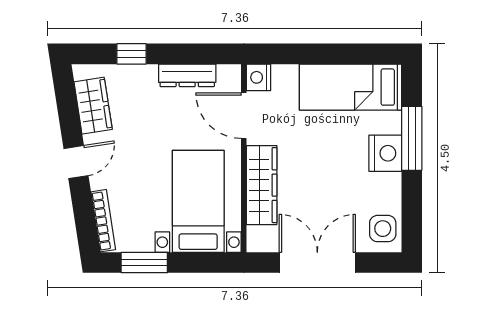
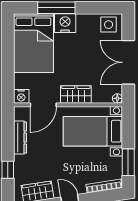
bed: (350, 87) -> (33, 43), width x1.50
wardrobe: (262, 185) -> (76, 95), width x0.67
floor lamp: (255, 244) -> (117, 98), added

